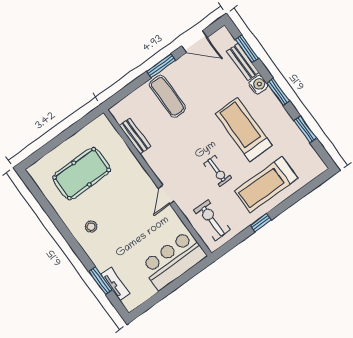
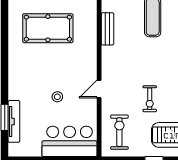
stool: (91, 227) -> (57, 97), moved
tv unit: (115, 284) -> (14, 121), width x1.41

